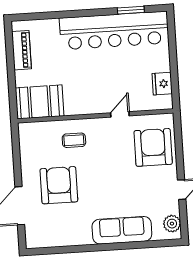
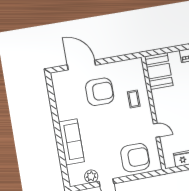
plant: (172, 224) -> (91, 176), moved

